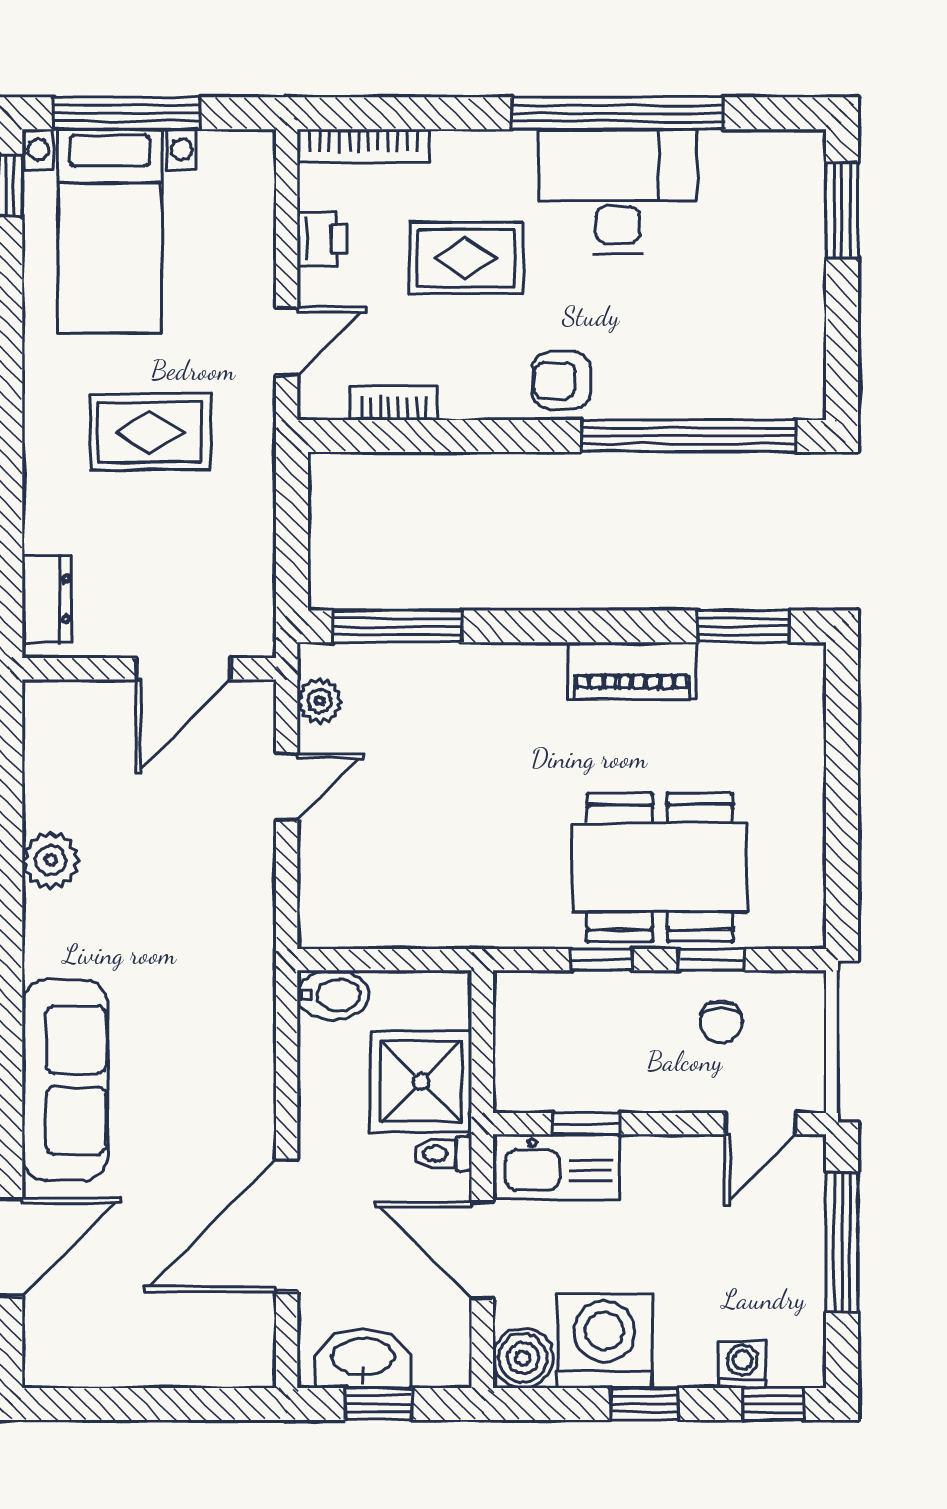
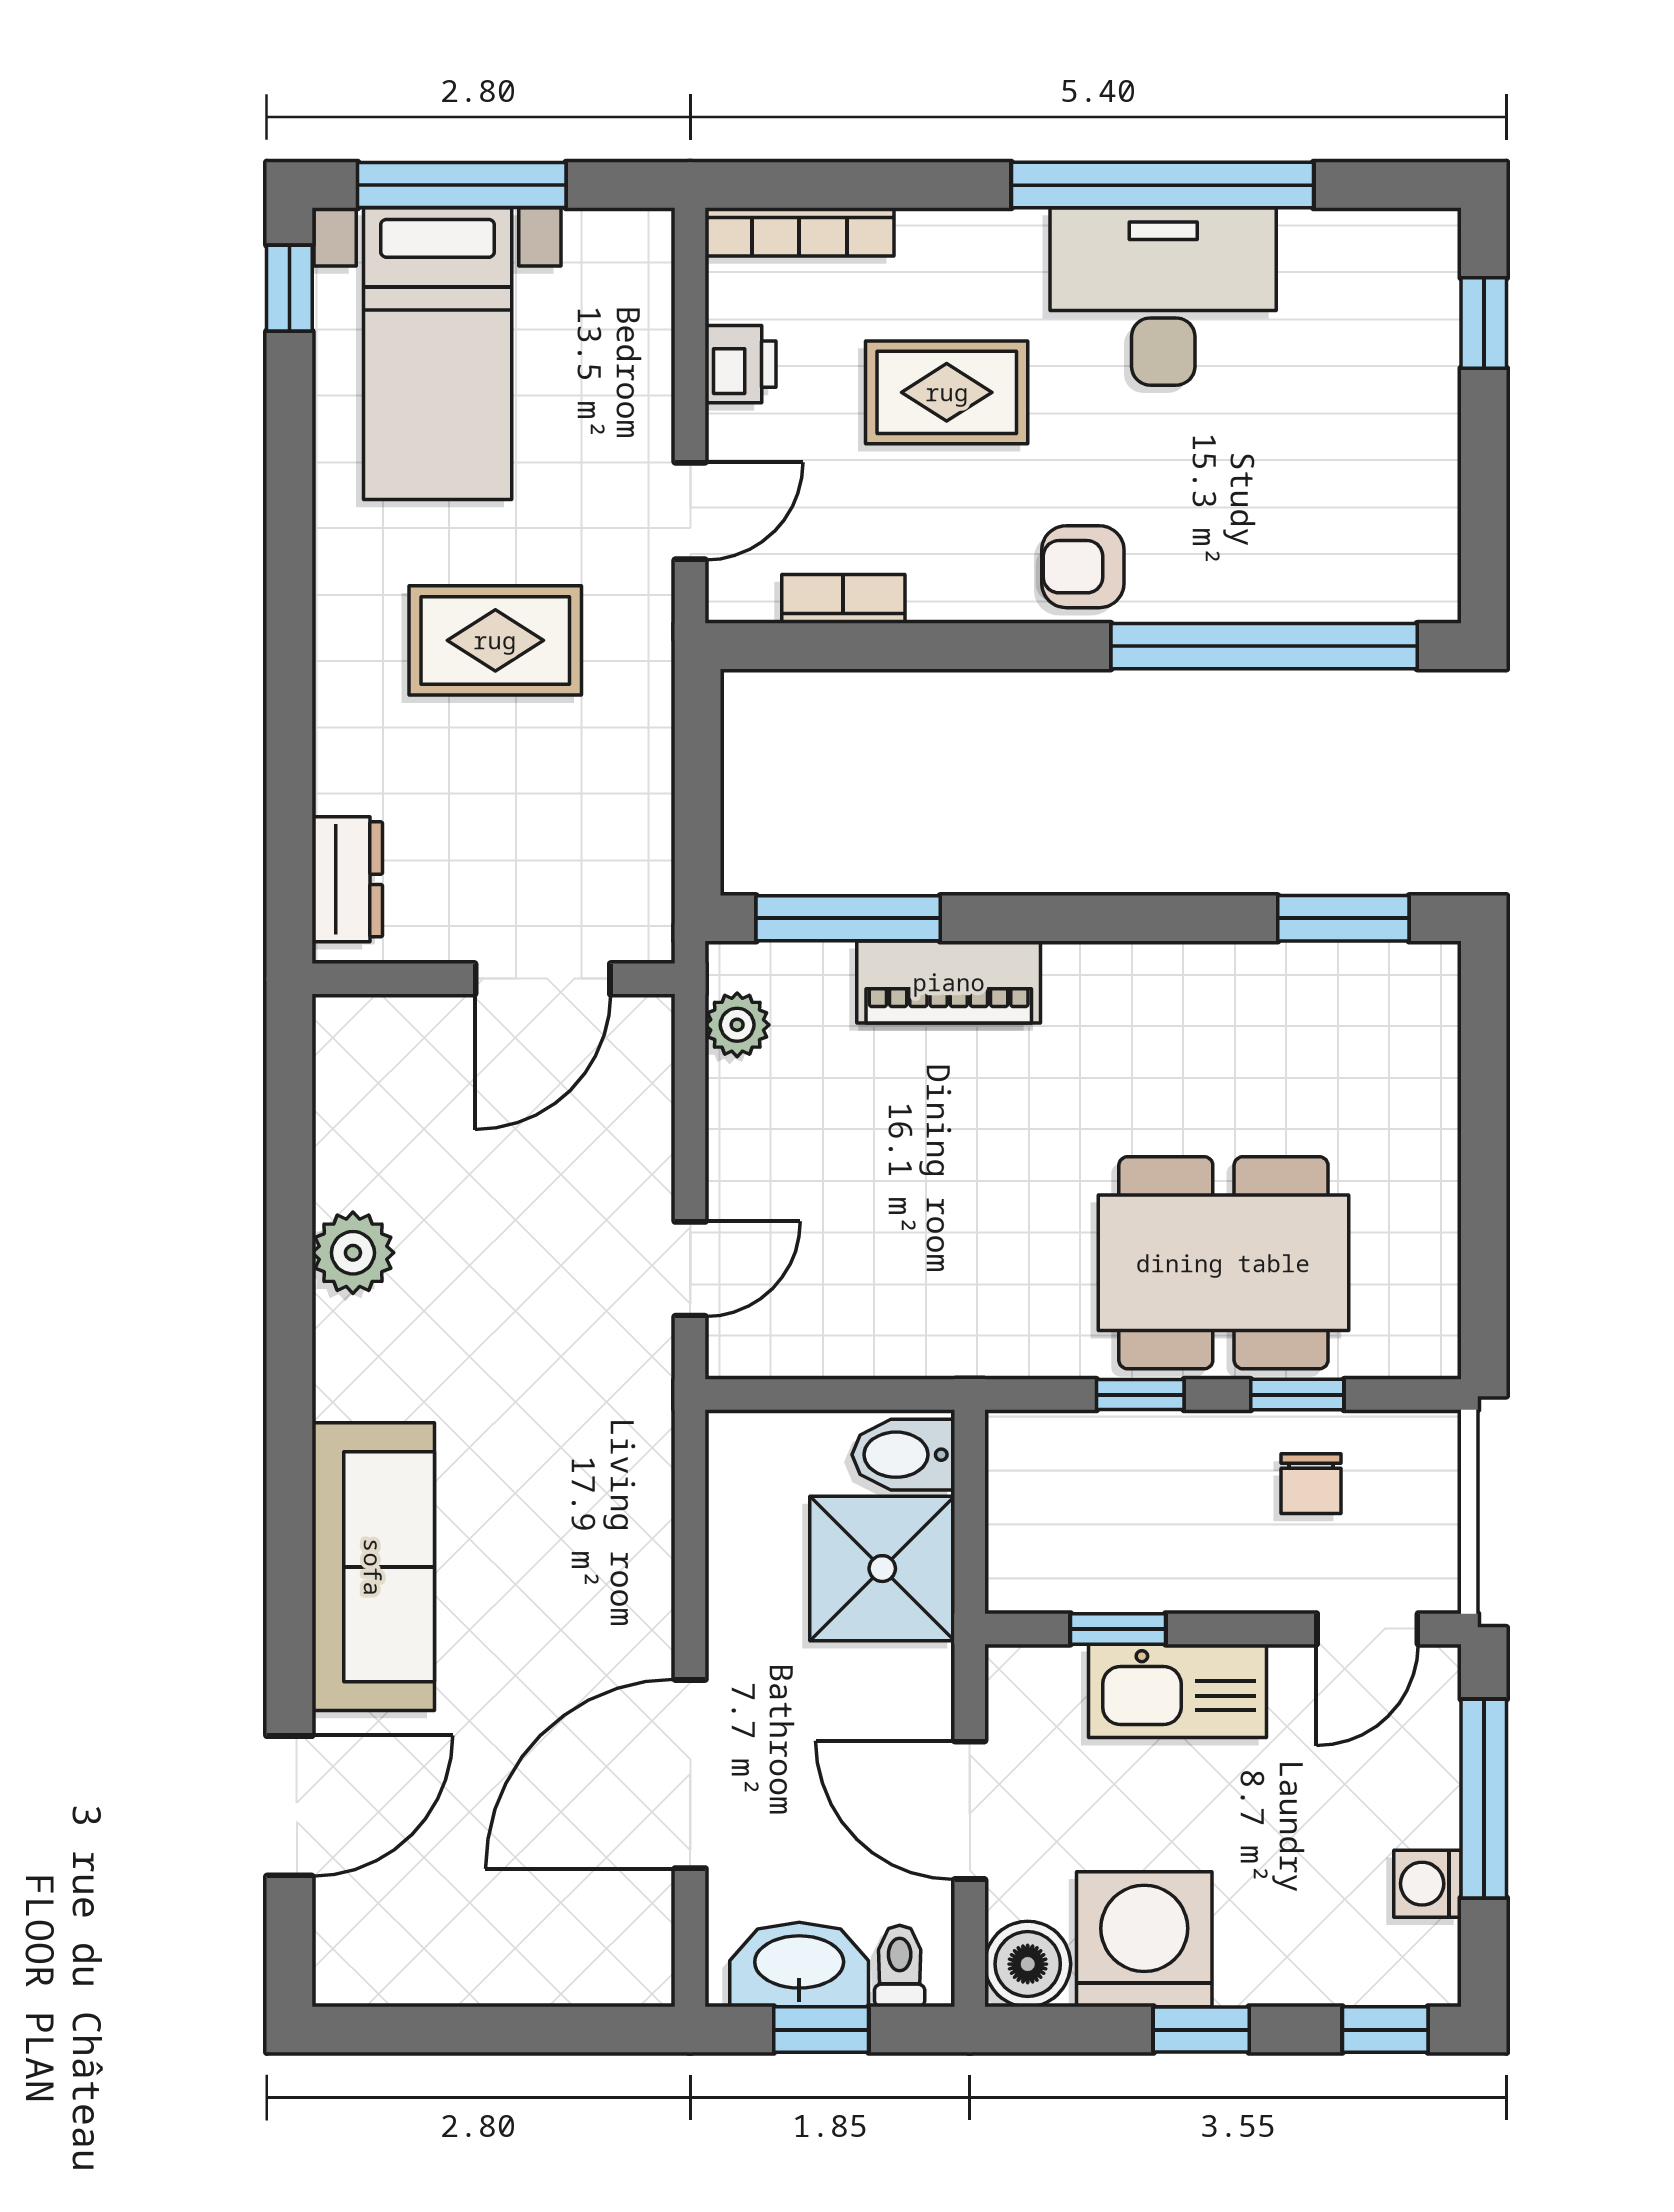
window: (842, 210) -> (1484, 323), width x0.67
piano: (632, 671) -> (949, 982), moved
door: (287, 787) -> (690, 1269), moved
bidet: (333, 995) -> (903, 1455), moved, turned 180
toilet: (443, 1154) -> (900, 1966), moved, turned 90
kitchen sink: (557, 1167) -> (1177, 1691), moved
washing machine: (742, 1365) -> (1427, 1884), moved, turned -90

